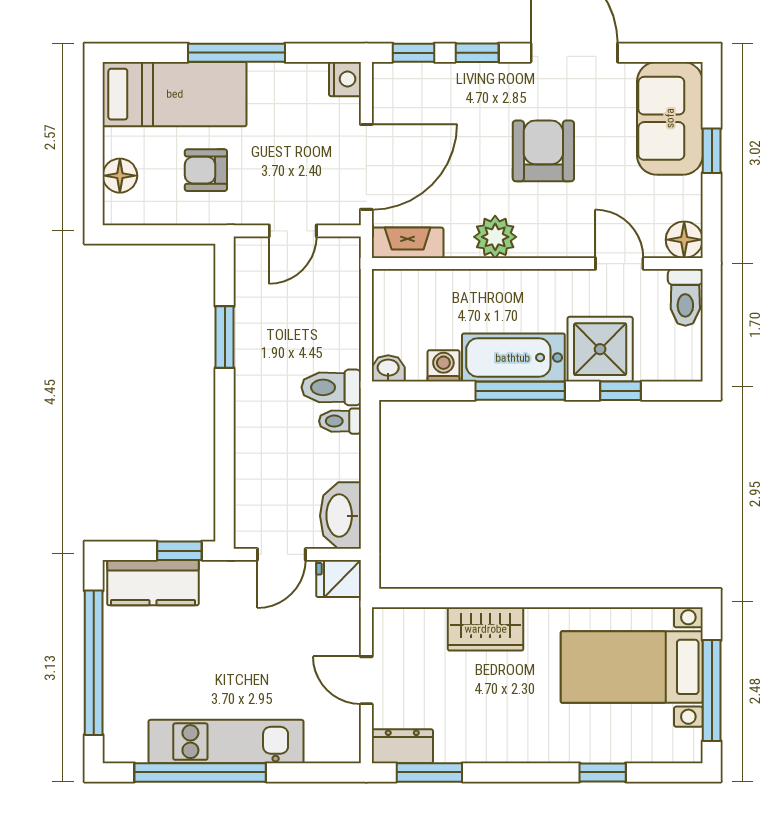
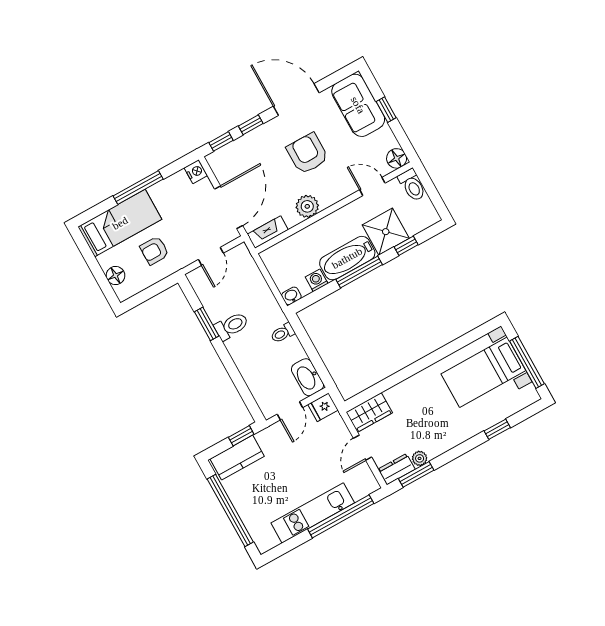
toilet: (331, 387) -> (231, 326), moved, turned 180
wardrobe: (486, 629) -> (369, 412), moved
door: (366, 680) -> (363, 448), hinge flipped
plant: (450, 749) -> (420, 458), added
window: (200, 772) -> (341, 516), moved

